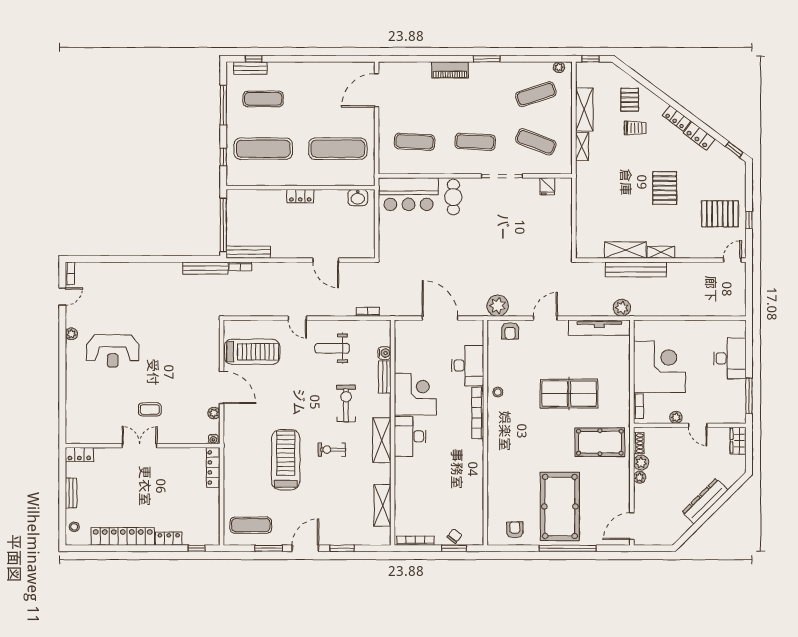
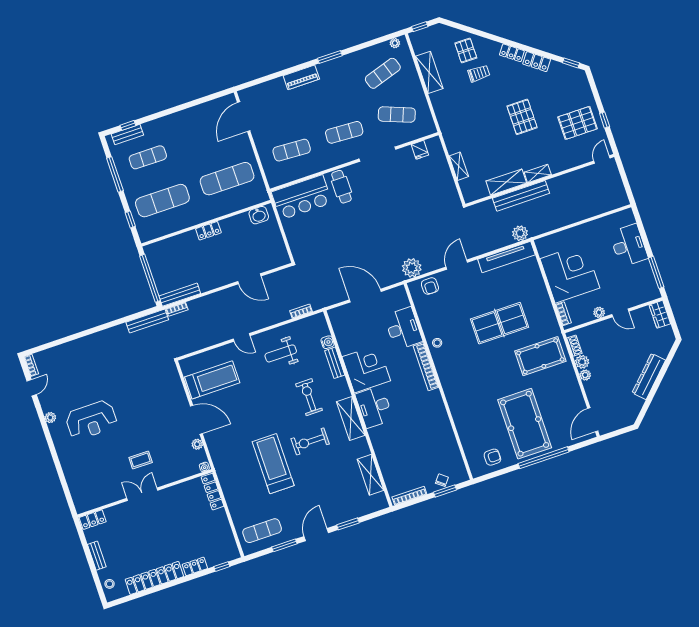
shelving: (582, 147) -> (459, 166), moved
exercise bike: (332, 450) -> (310, 441), width x1.38, depth x1.39
armchair: (515, 530) -> (492, 457), turned 90

